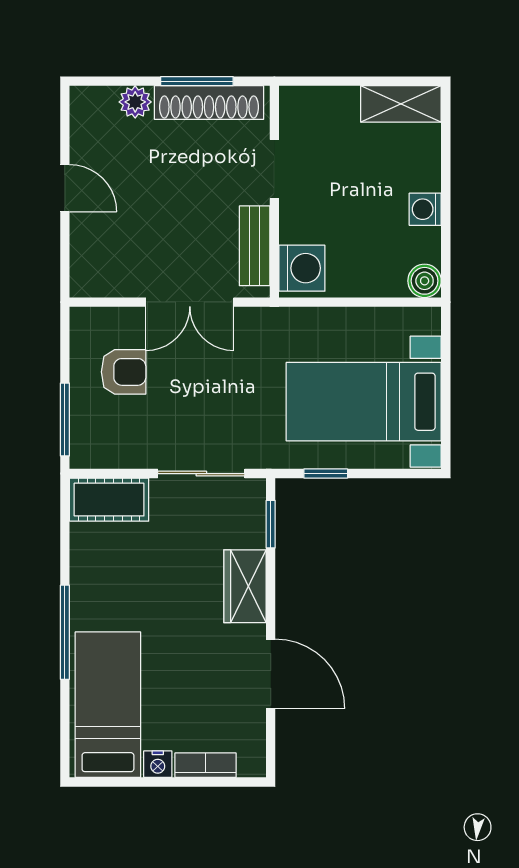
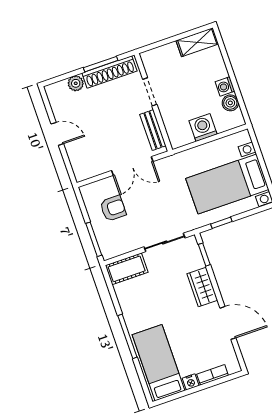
washing machine: (302, 268) -> (203, 127), moved, turned -90
boiler: (425, 281) -> (230, 103), moved

